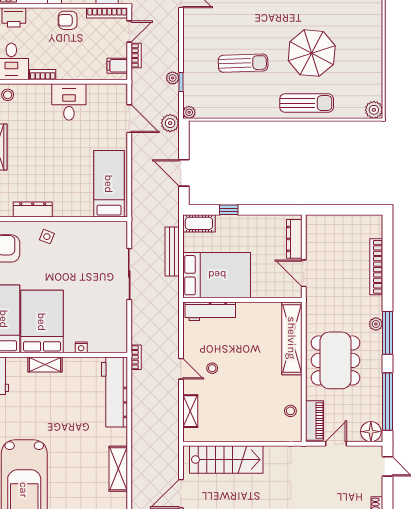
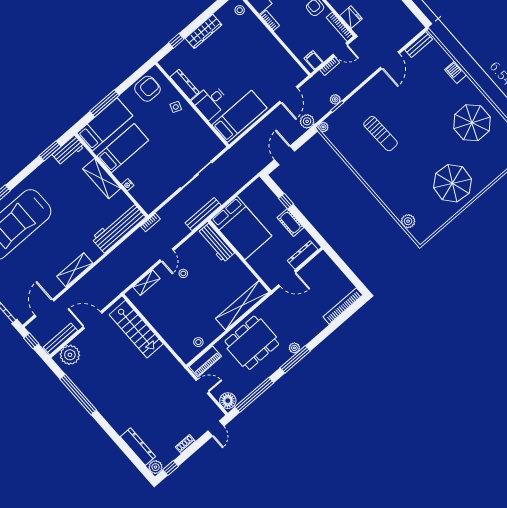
parasol: (312, 53) -> (452, 183), moved
desk: (69, 102) -> (210, 101), moved, turned 180
sun lounger: (307, 103) -> (390, 192), removed
plant: (374, 110) -> (408, 221), moved
cot: (199, 223) -> (290, 222), moved
bench: (172, 251) -> (203, 214), moved
bookcase: (376, 267) -> (343, 306), moved
door: (304, 273) -> (287, 279), swing flipped
bed: (42, 322) -> (123, 148), width x0.67
shelving: (45, 364) -> (102, 178), width x1.50, depth x1.33

